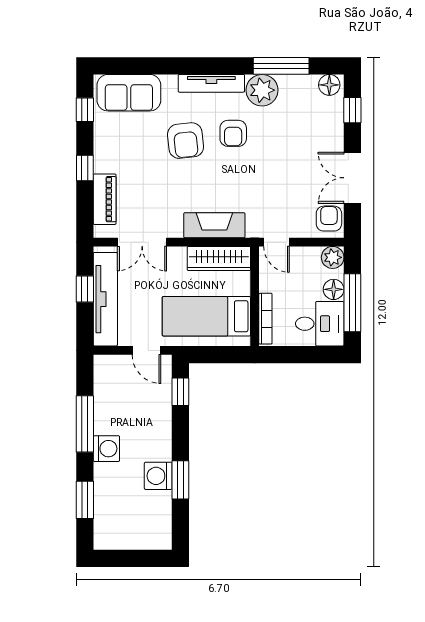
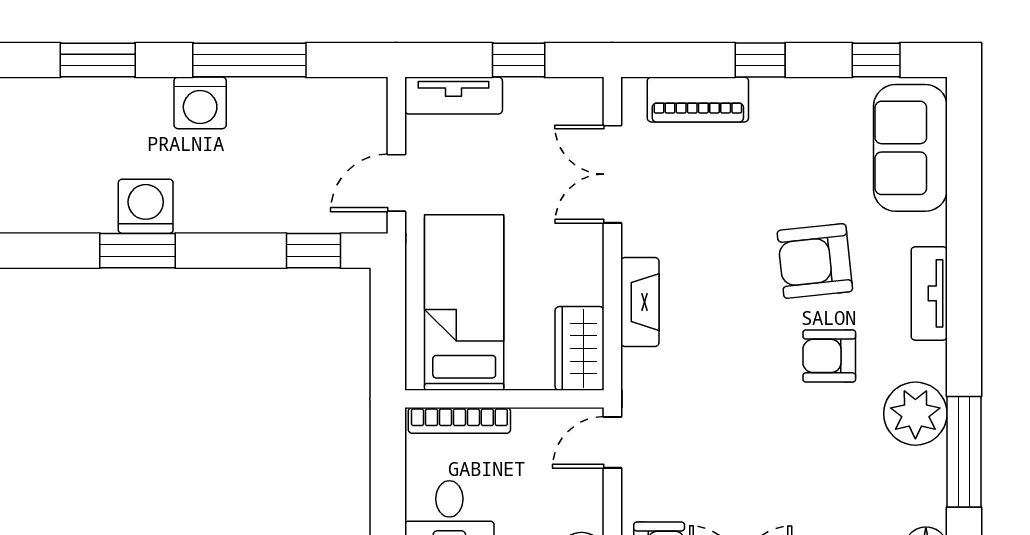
tv unit: (211, 83) -> (929, 293), width x0.71
fireplace: (214, 225) -> (640, 302), width x0.73, depth x0.76
wardrobe: (219, 258) -> (580, 348), width x0.67
tv unit: (105, 299) -> (454, 96), width x0.52, depth x0.78

